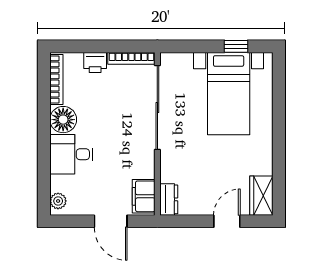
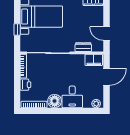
window: (236, 46) -> (17, 29), moved
dresser: (169, 199) -> (83, 47), moved
door: (227, 221) -> (106, 34), moved

